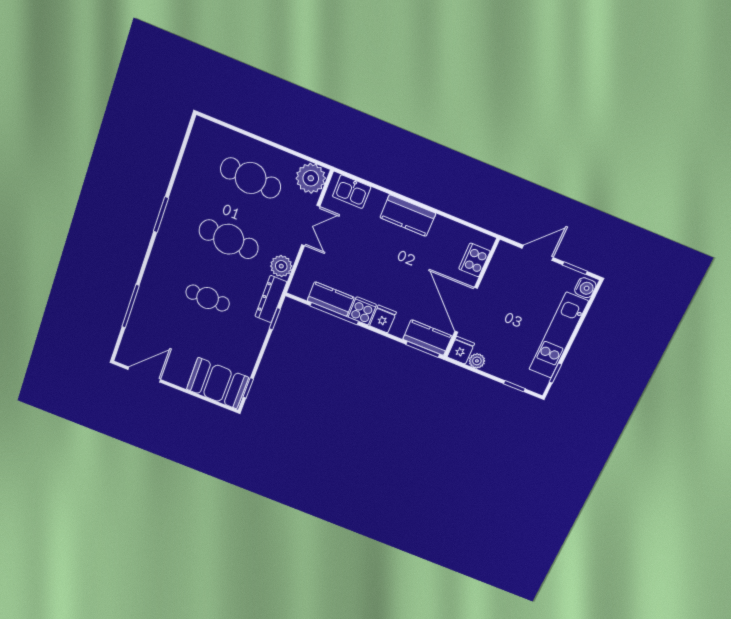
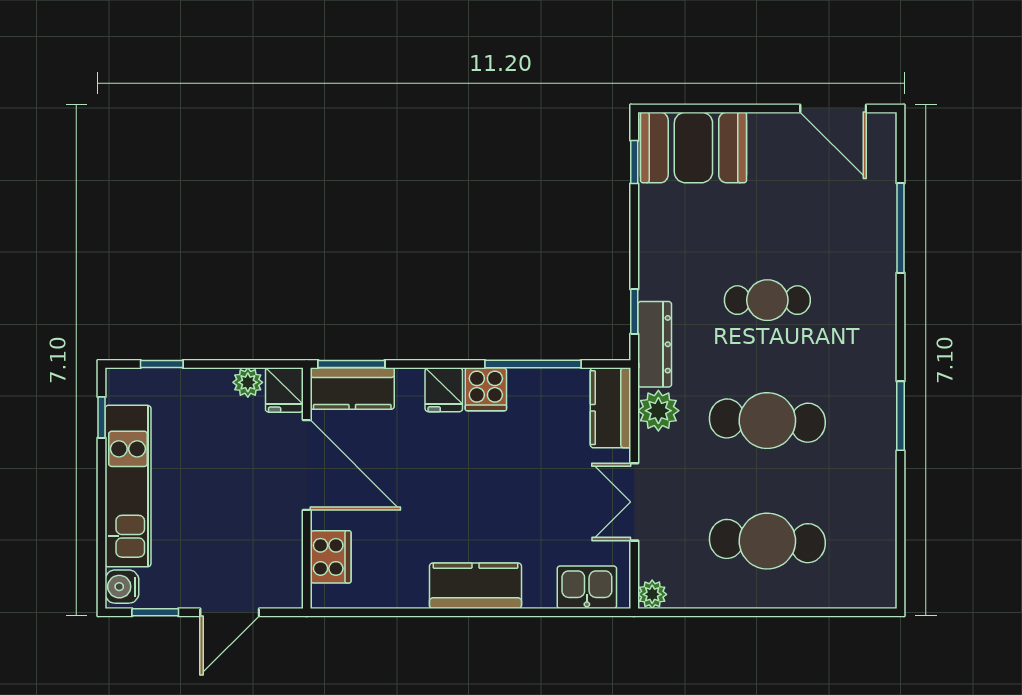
plant: (311, 178) -> (652, 594), width x0.53, depth x0.53
kitchen counter: (331, 299) -> (611, 408), moved, turned 90
door: (144, 374) -> (833, 108), hinge flipped

